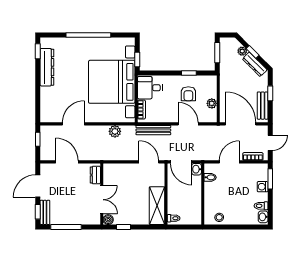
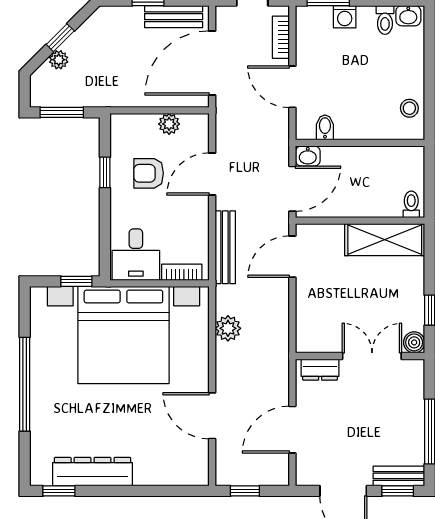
dresser: (255, 64) -> (87, 33), removed
armchair: (188, 94) -> (149, 173), turned 180

